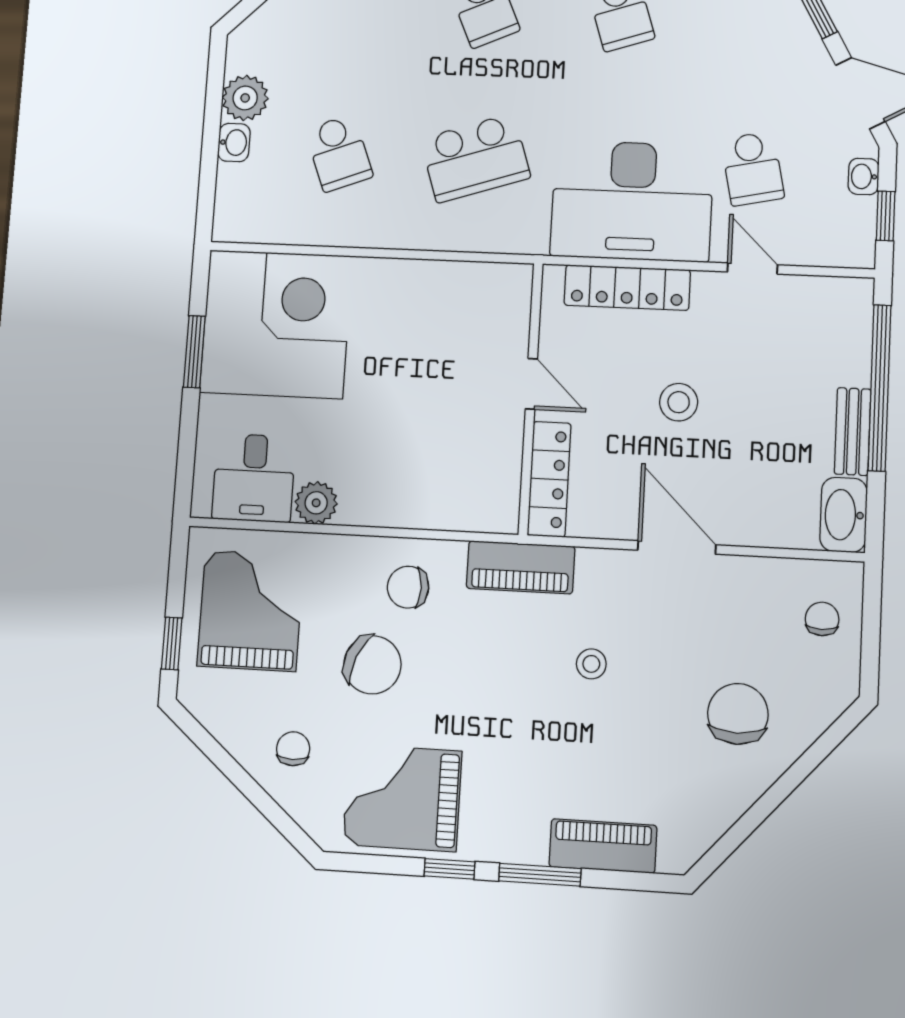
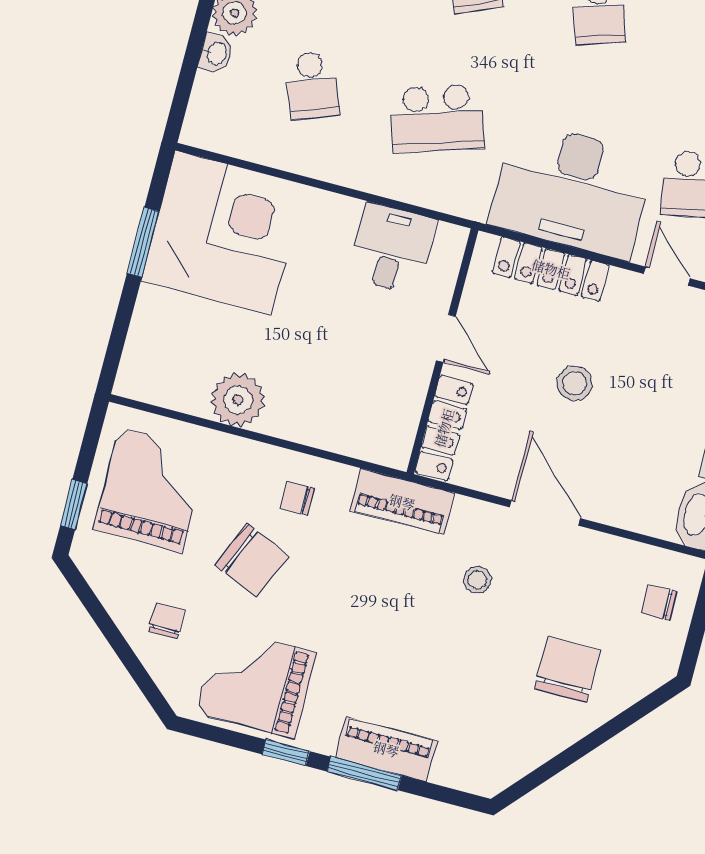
desk: (254, 478) -> (392, 249), moved, turned 180
plant: (316, 503) -> (238, 400), width x1.36, depth x1.36
chair: (408, 587) -> (298, 498), width x0.73, depth x0.73
chair: (822, 619) -> (659, 602), turned -90
stool: (591, 664) -> (477, 580), moved
piano: (603, 846) -> (386, 749), moved

